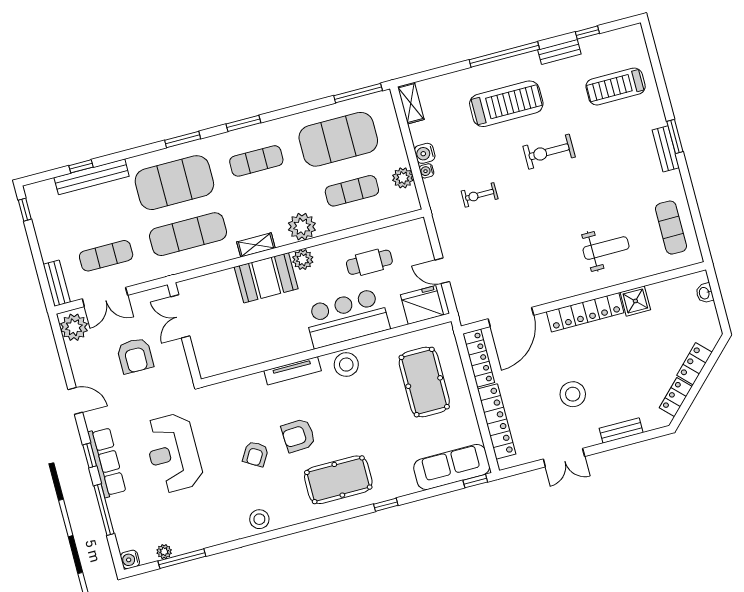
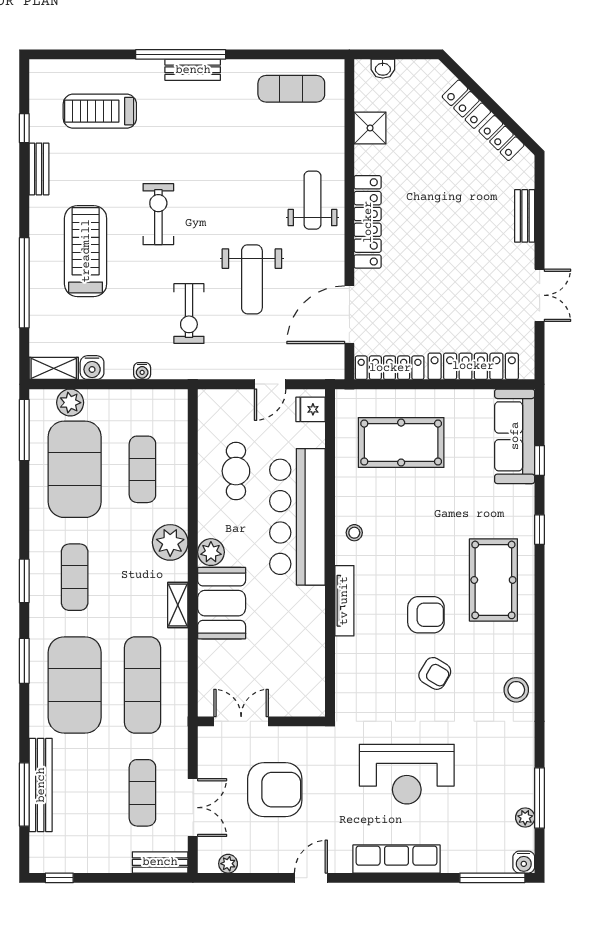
window: (504, 54) -> (24, 283), moved
treadmill: (616, 87) -> (100, 111), turned 90
window: (675, 136) -> (181, 54), width x2.11
exercise bike: (549, 152) -> (158, 214), turned 180
water cooler: (425, 153) -> (92, 368), moved
window: (81, 166) -> (24, 794), width x2.17
plant: (403, 178) -> (70, 403), moved
exercise bike: (480, 195) -> (189, 314), width x1.38, depth x1.39
weight bench: (518, 236) -> (252, 279), added
weight bench: (606, 248) -> (312, 200), moved
shower: (635, 301) -> (370, 128), moved
fridge: (422, 305) -> (311, 409), width x0.53, depth x0.75
double door: (180, 316) -> (241, 721), swing flipped
door: (511, 317) -> (349, 315), swing flipped
bar counter: (347, 318) -> (297, 517), width x1.36
plant: (74, 327) -> (228, 864), width x0.53, depth x0.53
armchair: (135, 356) -> (275, 790), width x1.36, depth x1.36
stool: (346, 365) -> (354, 533), width x0.53, depth x0.53
stool: (573, 394) -> (464, 264), removed
armchair: (298, 435) -> (426, 615), turned -87
window: (90, 455) -> (383, 878), removed
window: (475, 481) -> (540, 460), moved
window: (104, 510) -> (492, 878), moved

